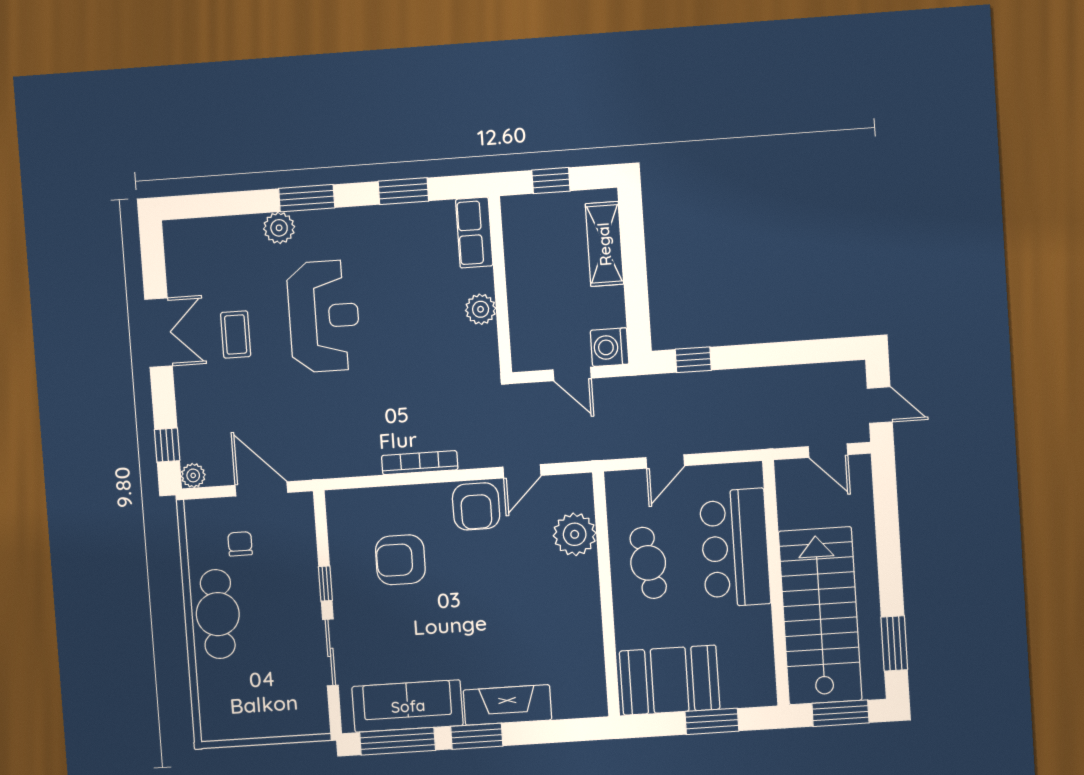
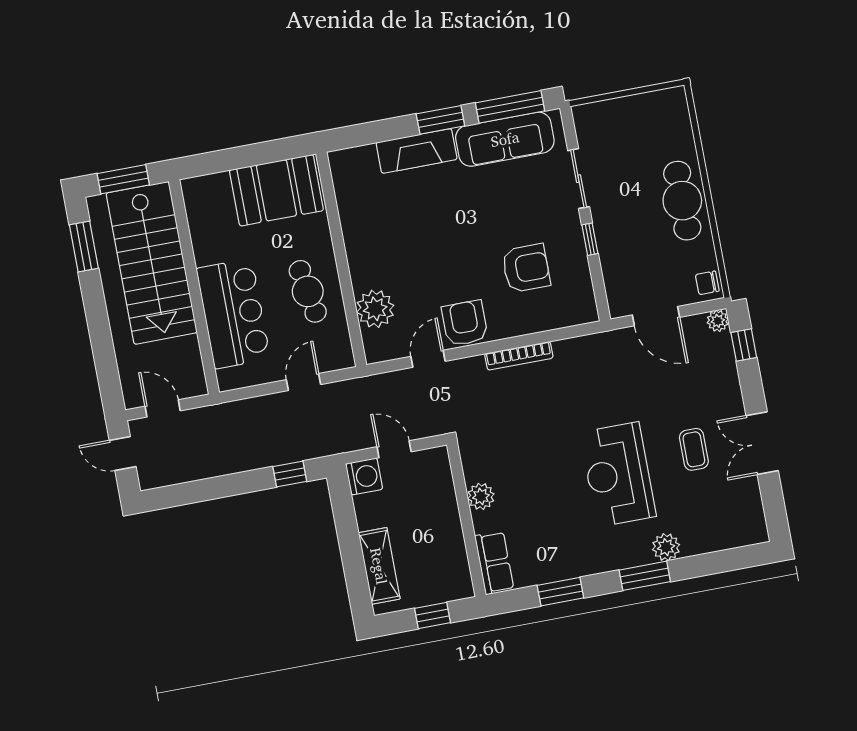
chair: (240, 544) -> (707, 283), moved, turned 90
window: (712, 721) -> (235, 158), removed

